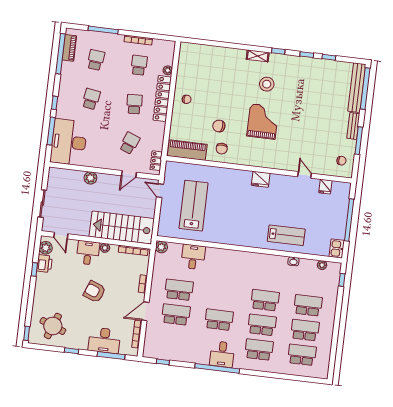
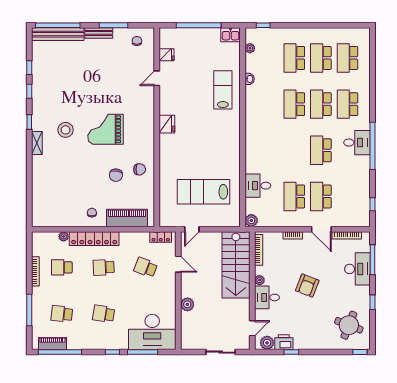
piano: (187, 150) -> (127, 218), moved, turned 90

